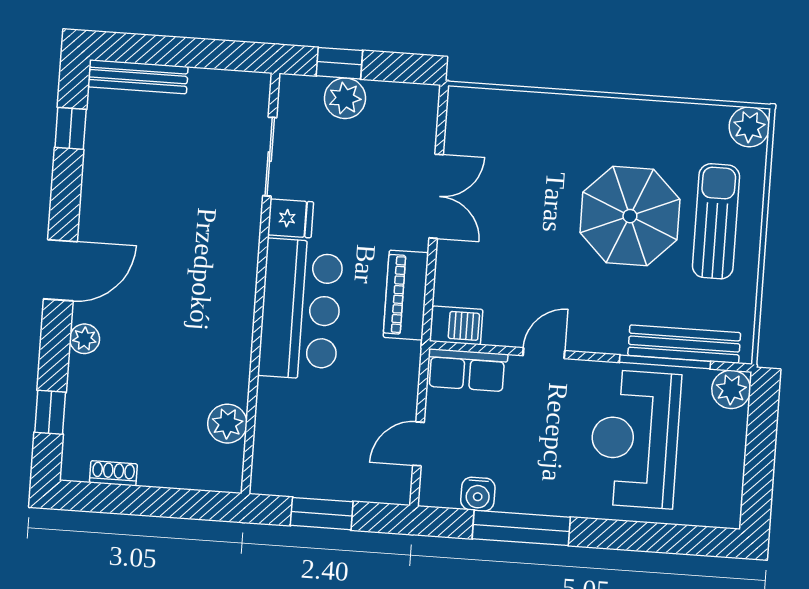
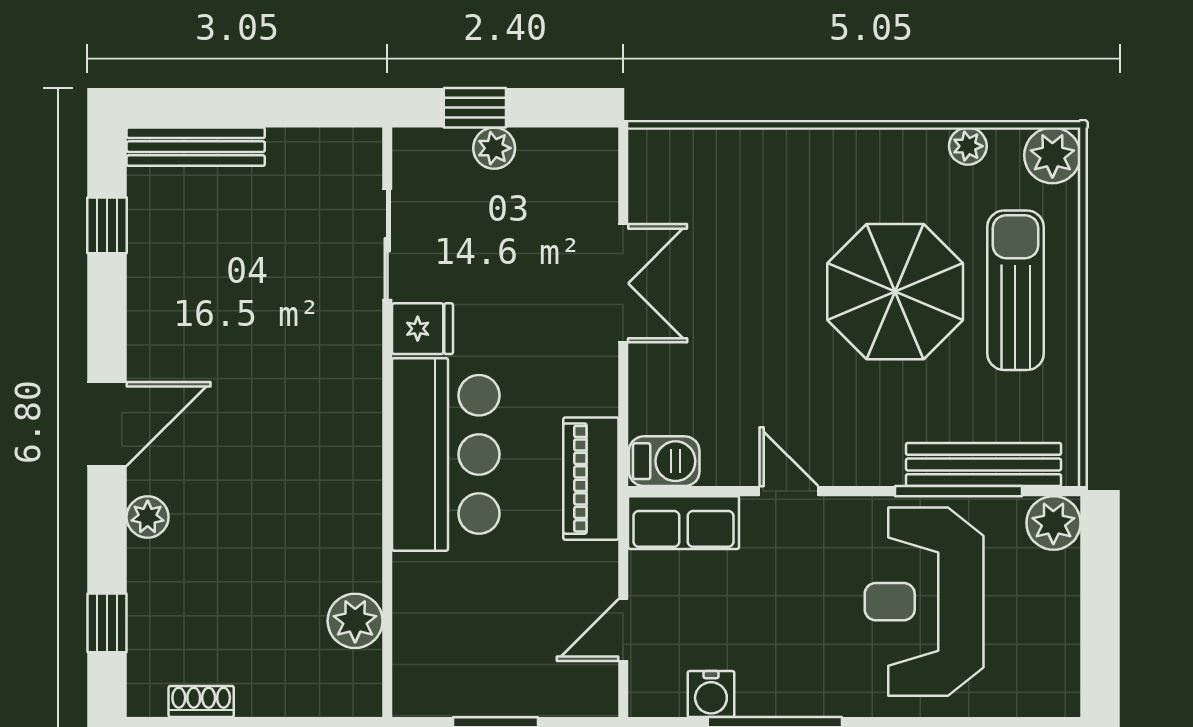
plant: (345, 98) -> (494, 148), width x0.73, depth x0.73
plant: (689, 116) -> (968, 146), added
piano: (406, 295) -> (591, 479), moved
door: (544, 353) -> (789, 491), hinge flipped

